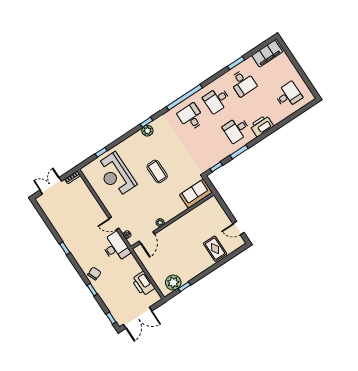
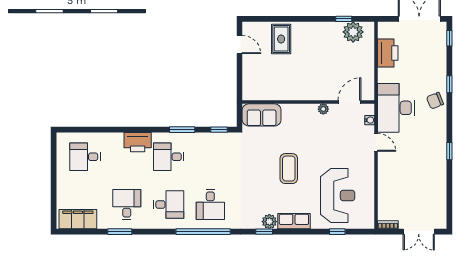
desk: (236, 129) -> (169, 157), turned 180
row of seats: (132, 141) -> (294, 221), added
desk: (116, 247) -> (396, 108), width x1.36, depth x1.30

